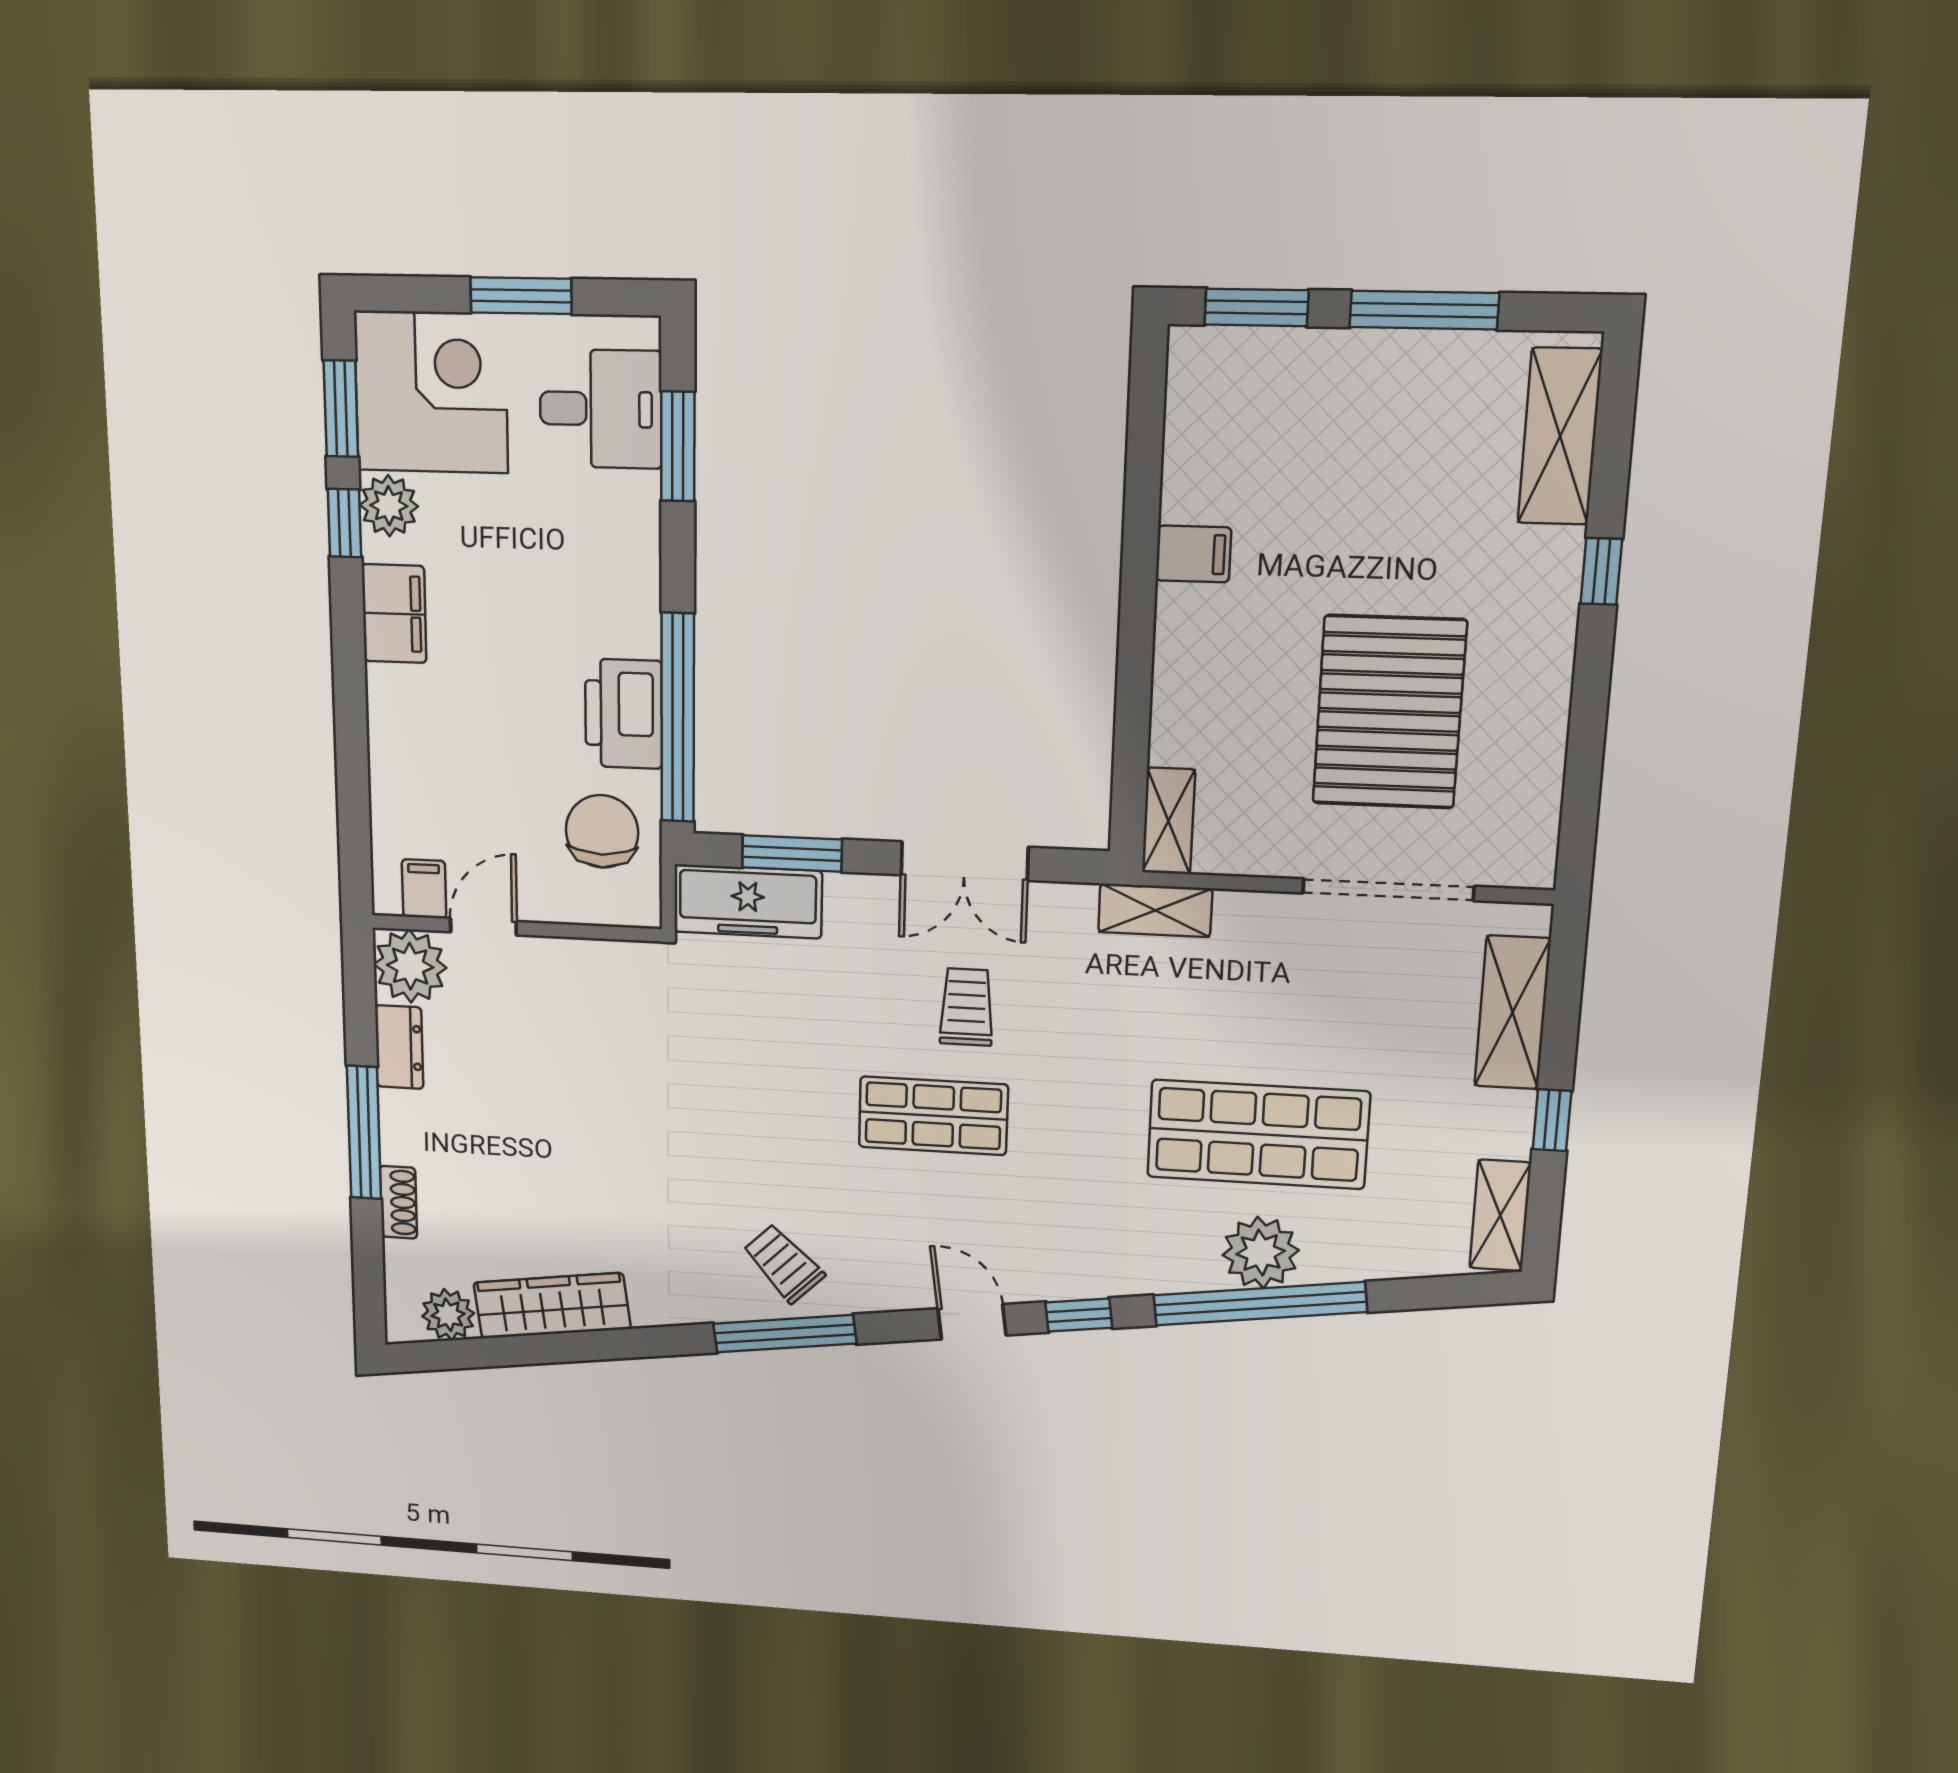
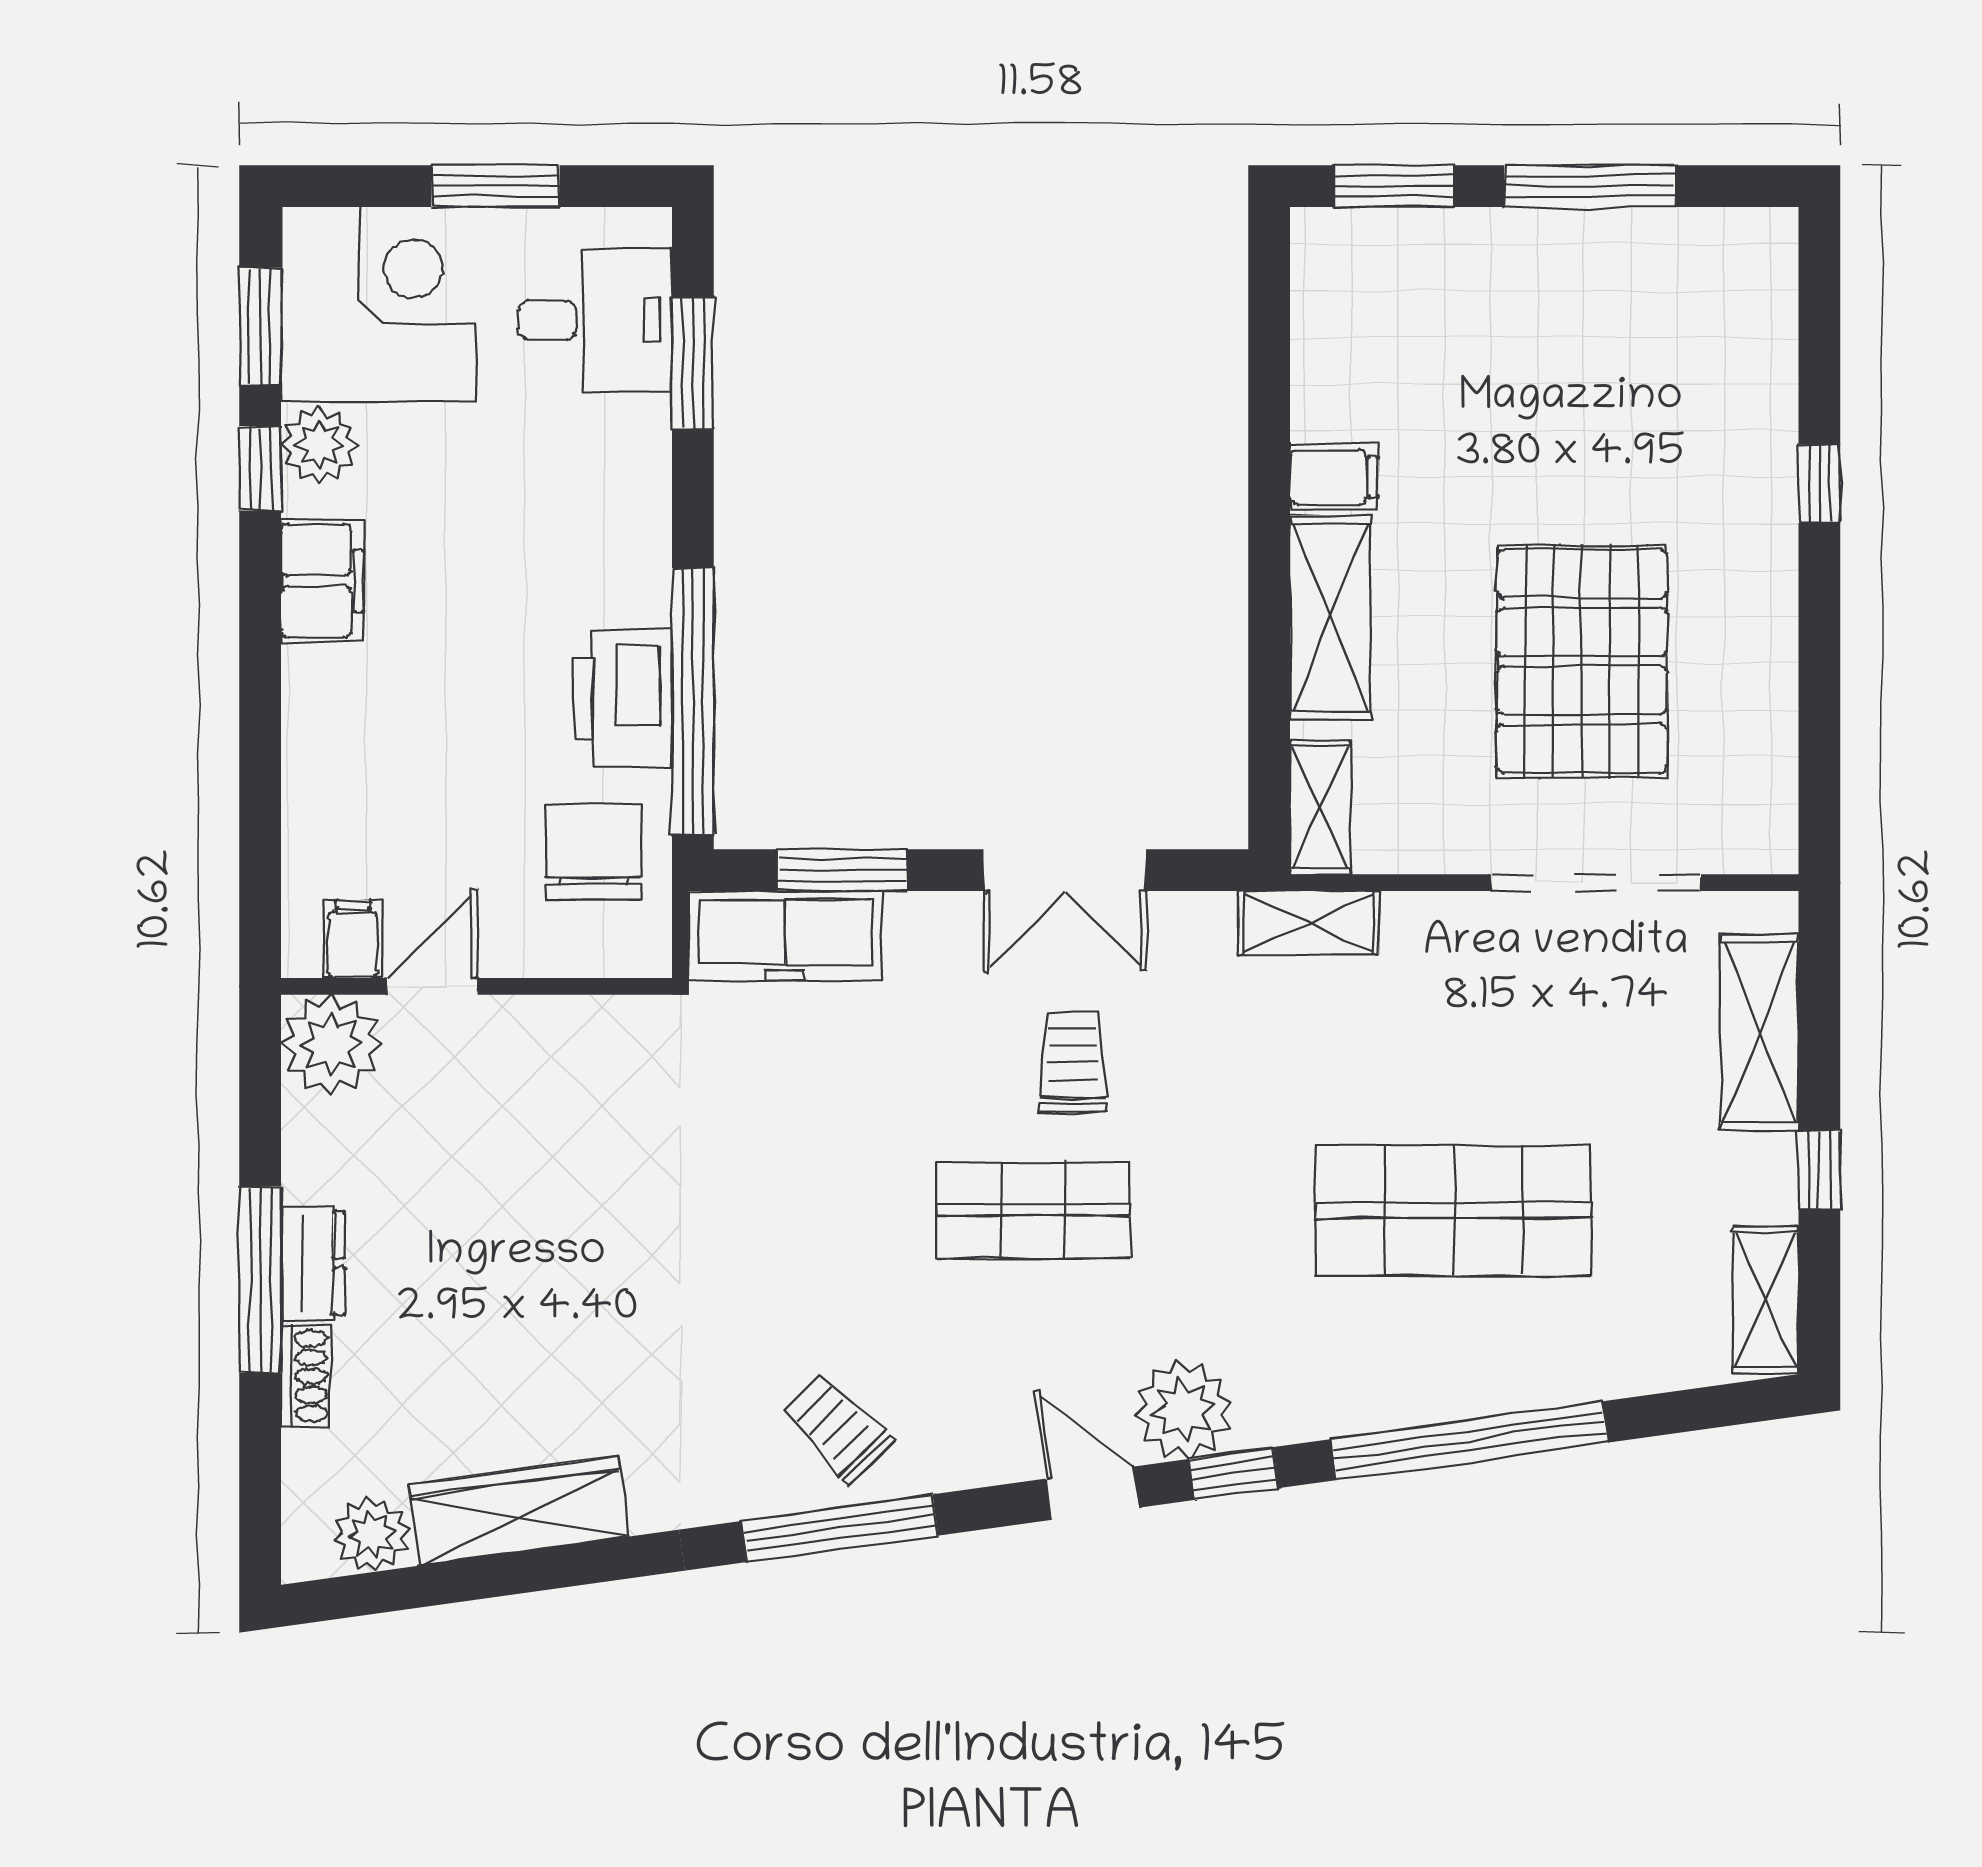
shelving: (1560, 436) -> (1331, 617), moved
dresser: (399, 1047) -> (313, 1263), moved
plant: (1261, 1253) -> (1184, 1410), moved

